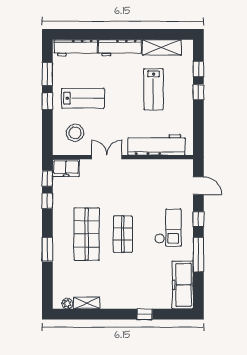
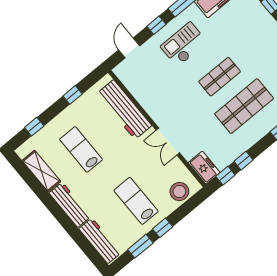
lab bench: (154, 89) -> (81, 149), turned -90
window: (198, 92) -> (73, 95), moved
stool: (75, 133) -> (179, 192), moved

